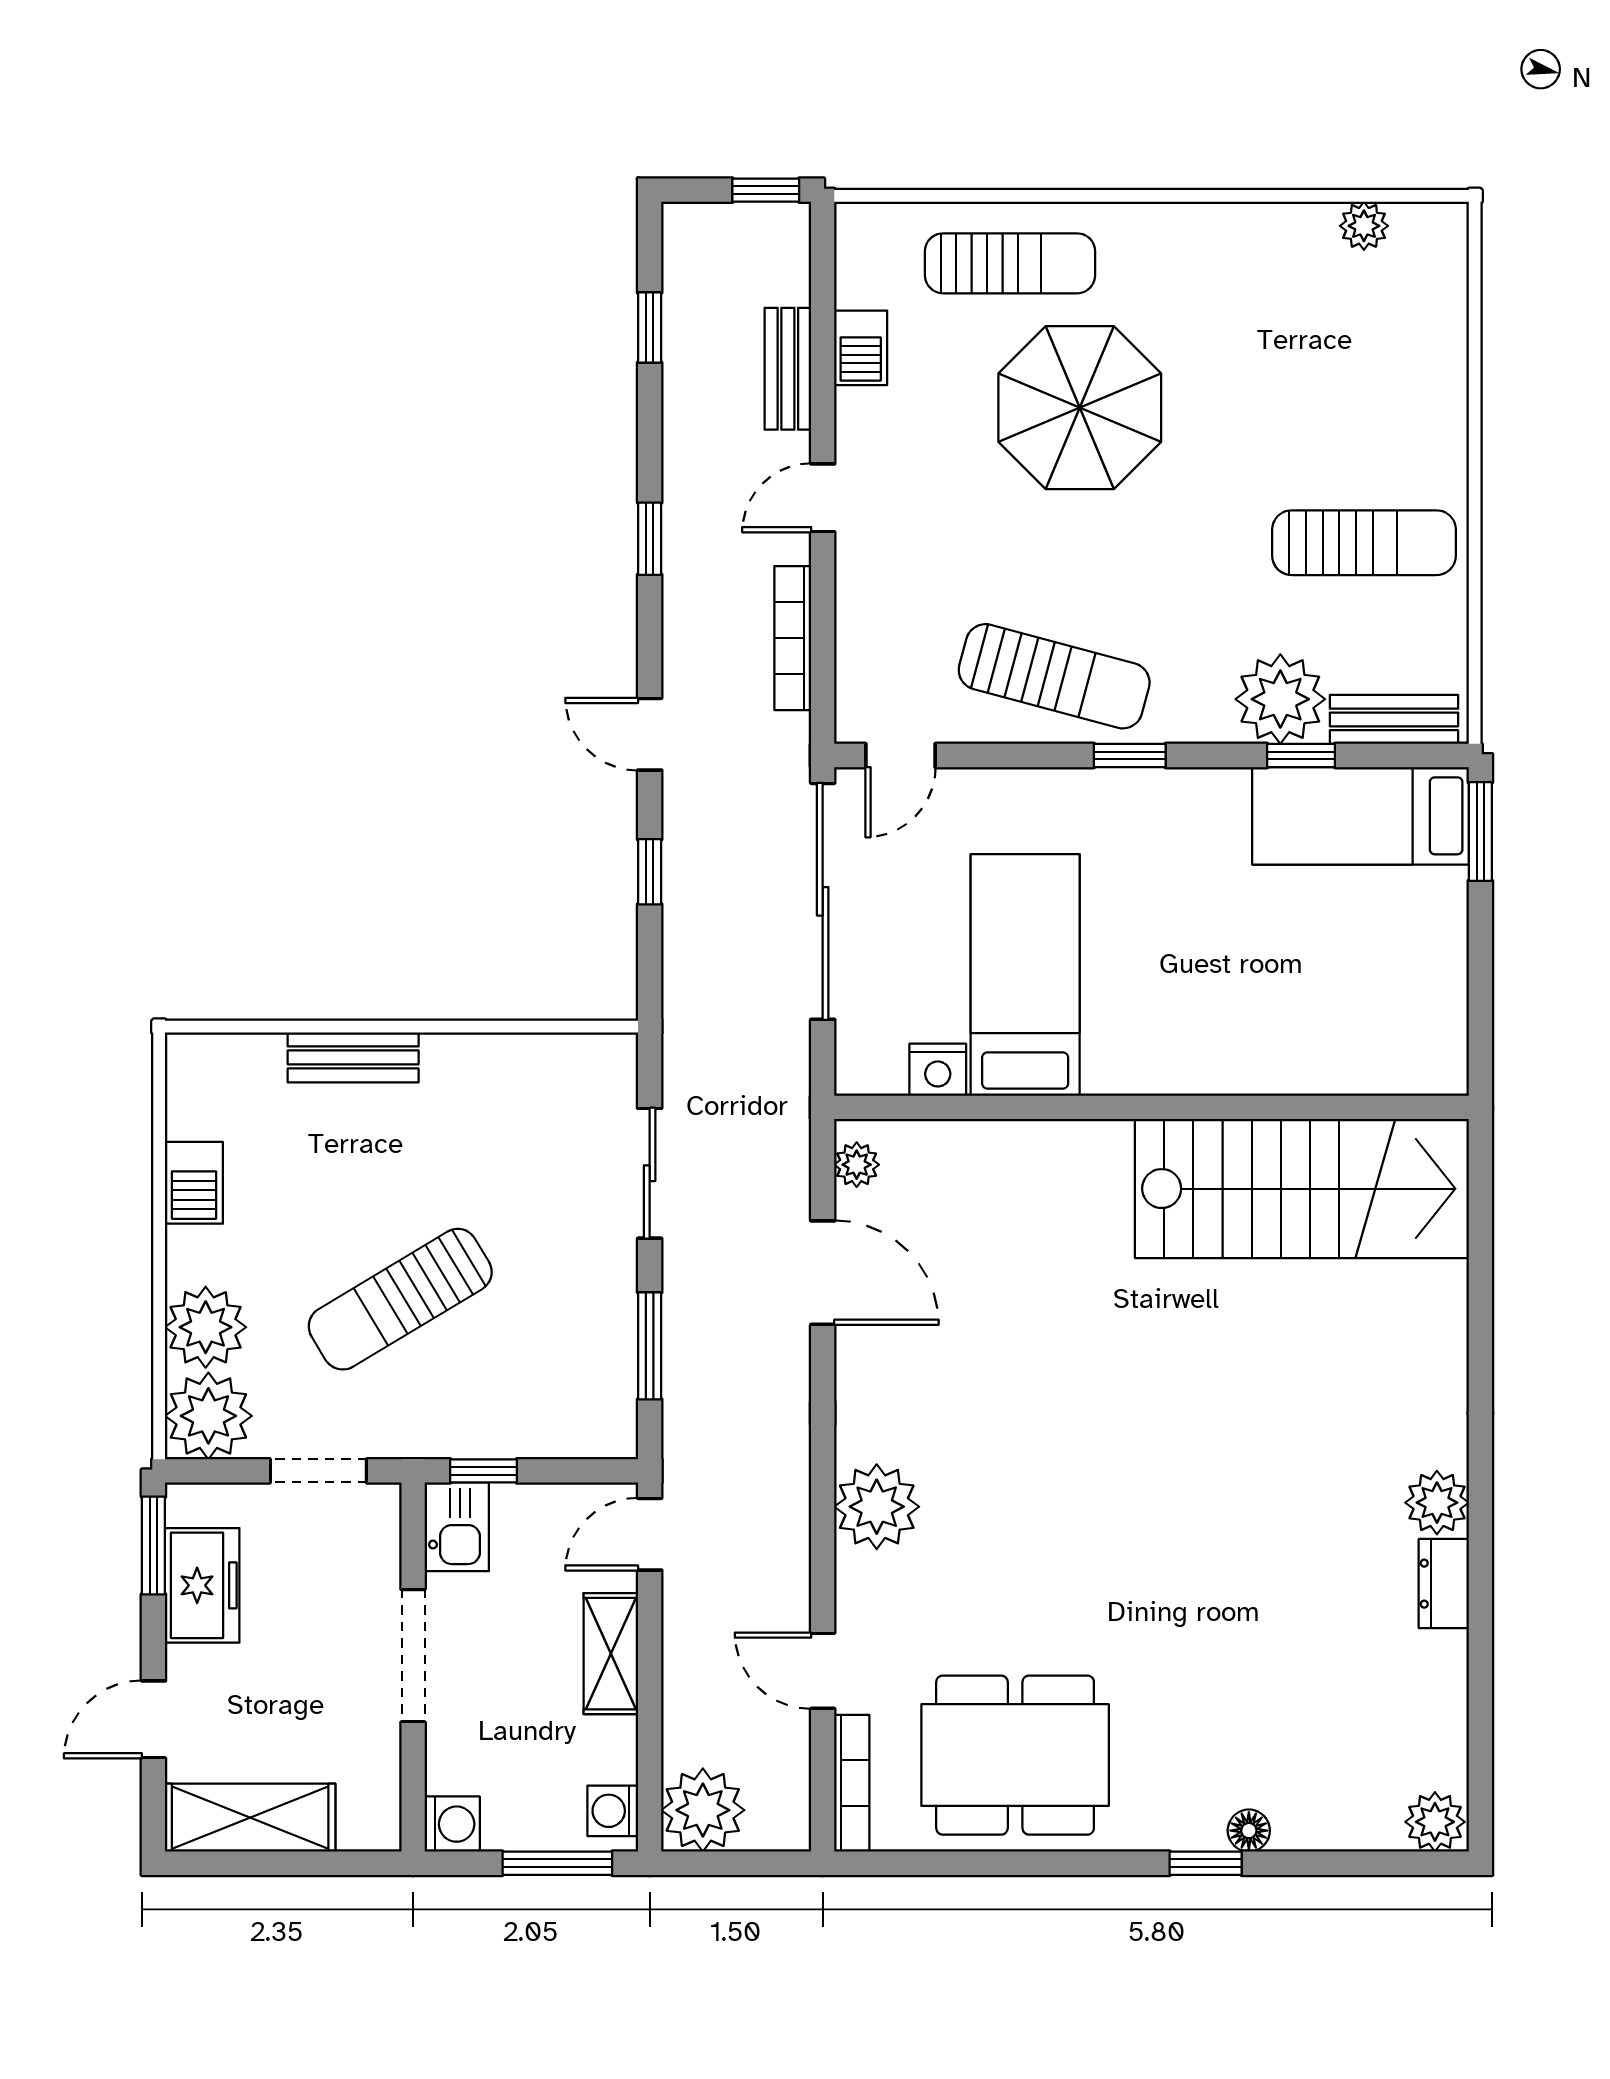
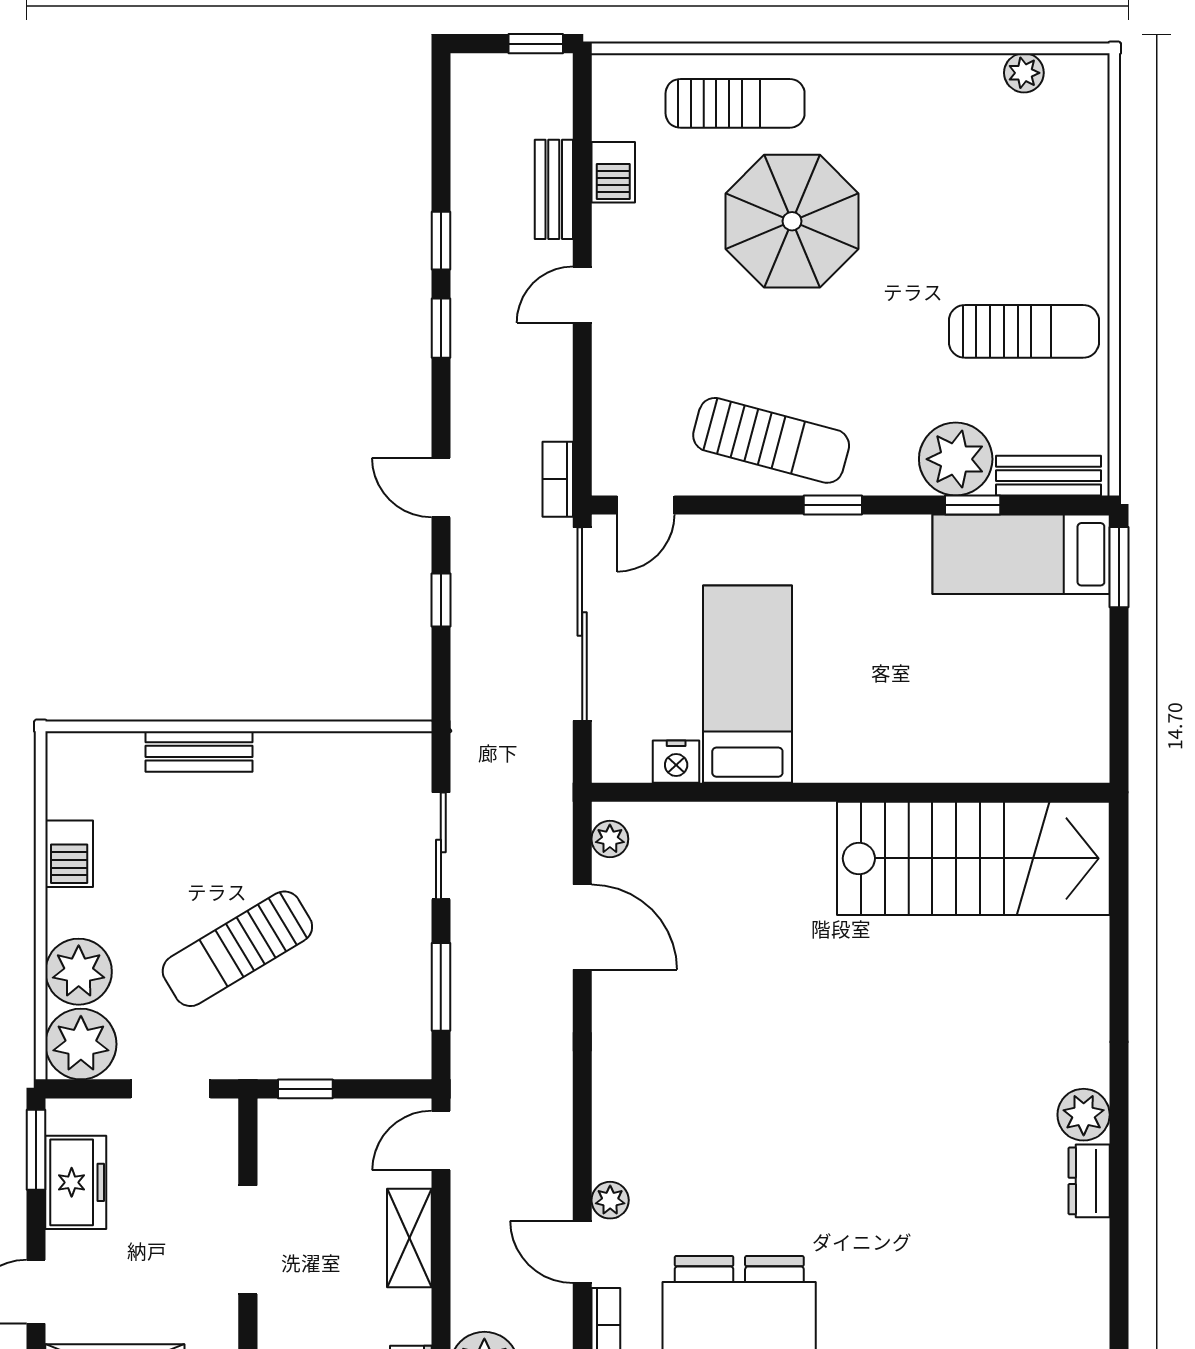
window: (650, 328) -> (441, 241), moved
bookcase: (793, 638) -> (558, 479), moved, width x0.64
plant: (877, 1507) -> (610, 1200), moved, width x0.53, depth x0.53
kitchen sink: (457, 1527) -> (284, 1135), removed

